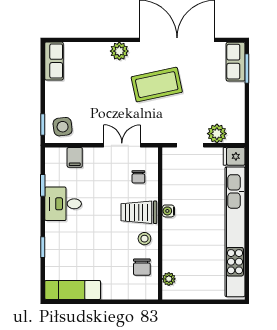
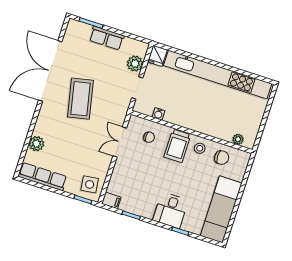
plant: (119, 51) -> (36, 144), moved
row of seats: (54, 61) -> (42, 177), width x1.48
row of seats: (236, 62) -> (107, 38), moved
filing cabinet: (75, 157) -> (111, 200), moved
desk: (63, 204) -> (171, 210), moved
water cooler: (168, 211) -> (158, 114), moved
exam couch: (73, 290) -> (221, 209), width x1.36, depth x1.45

